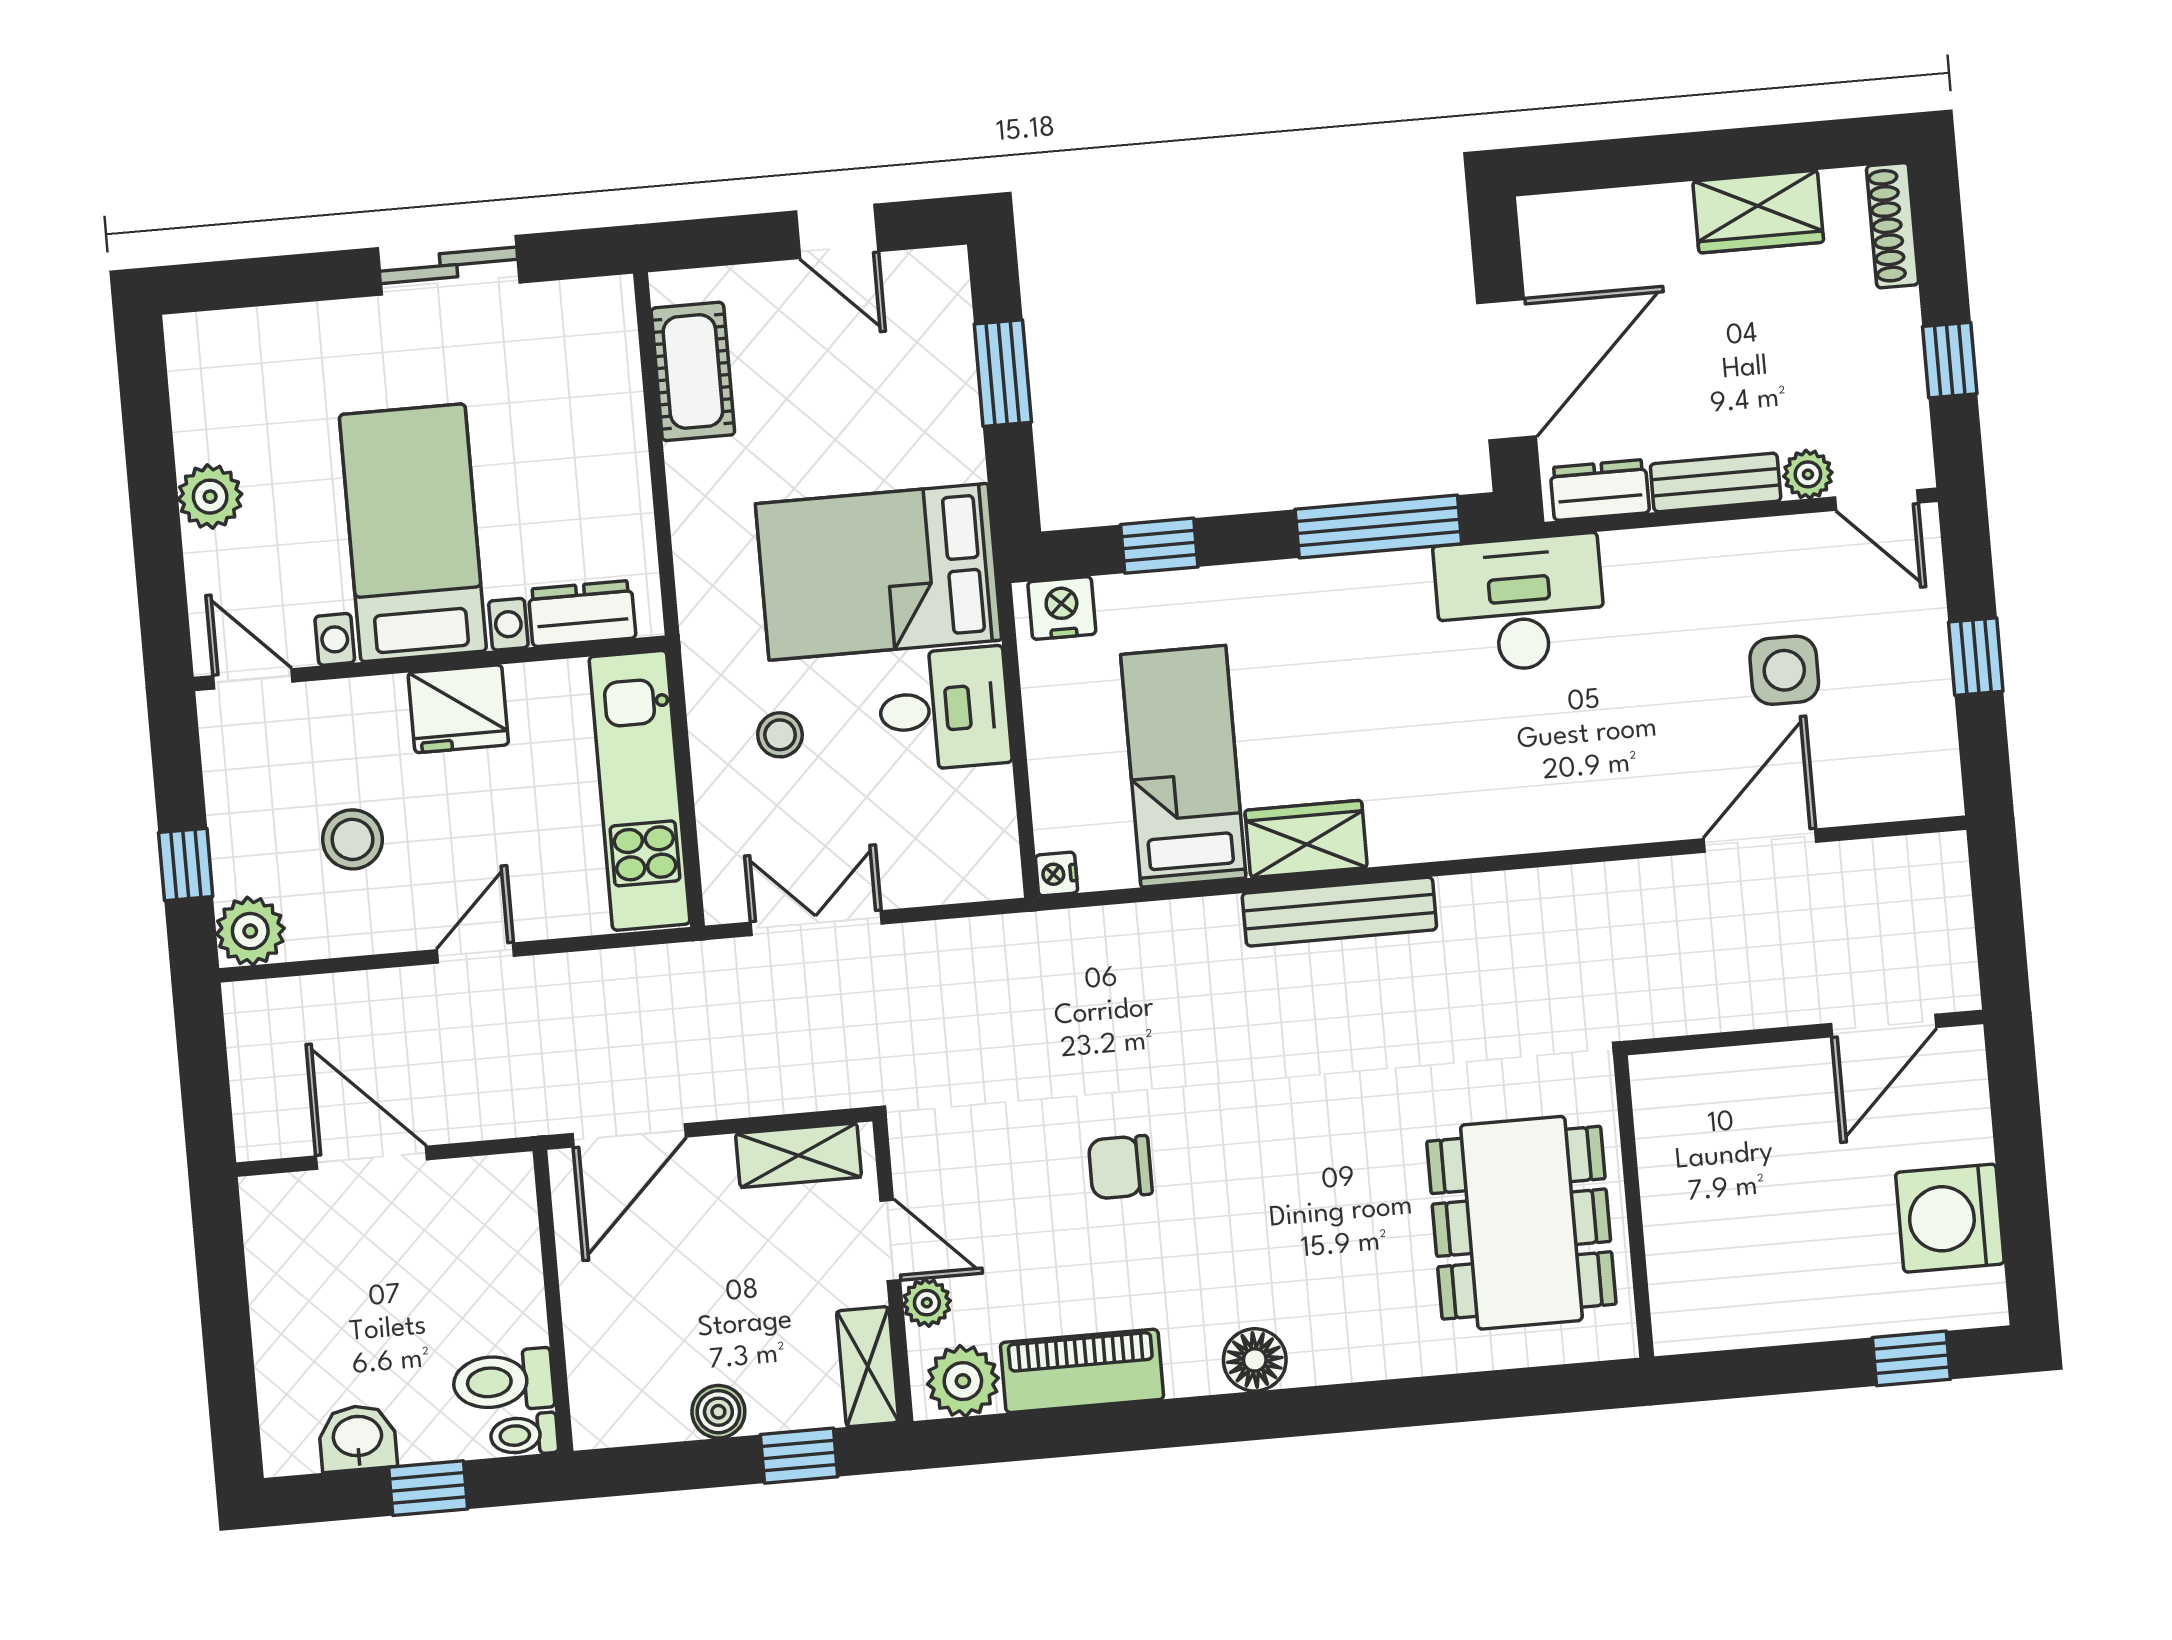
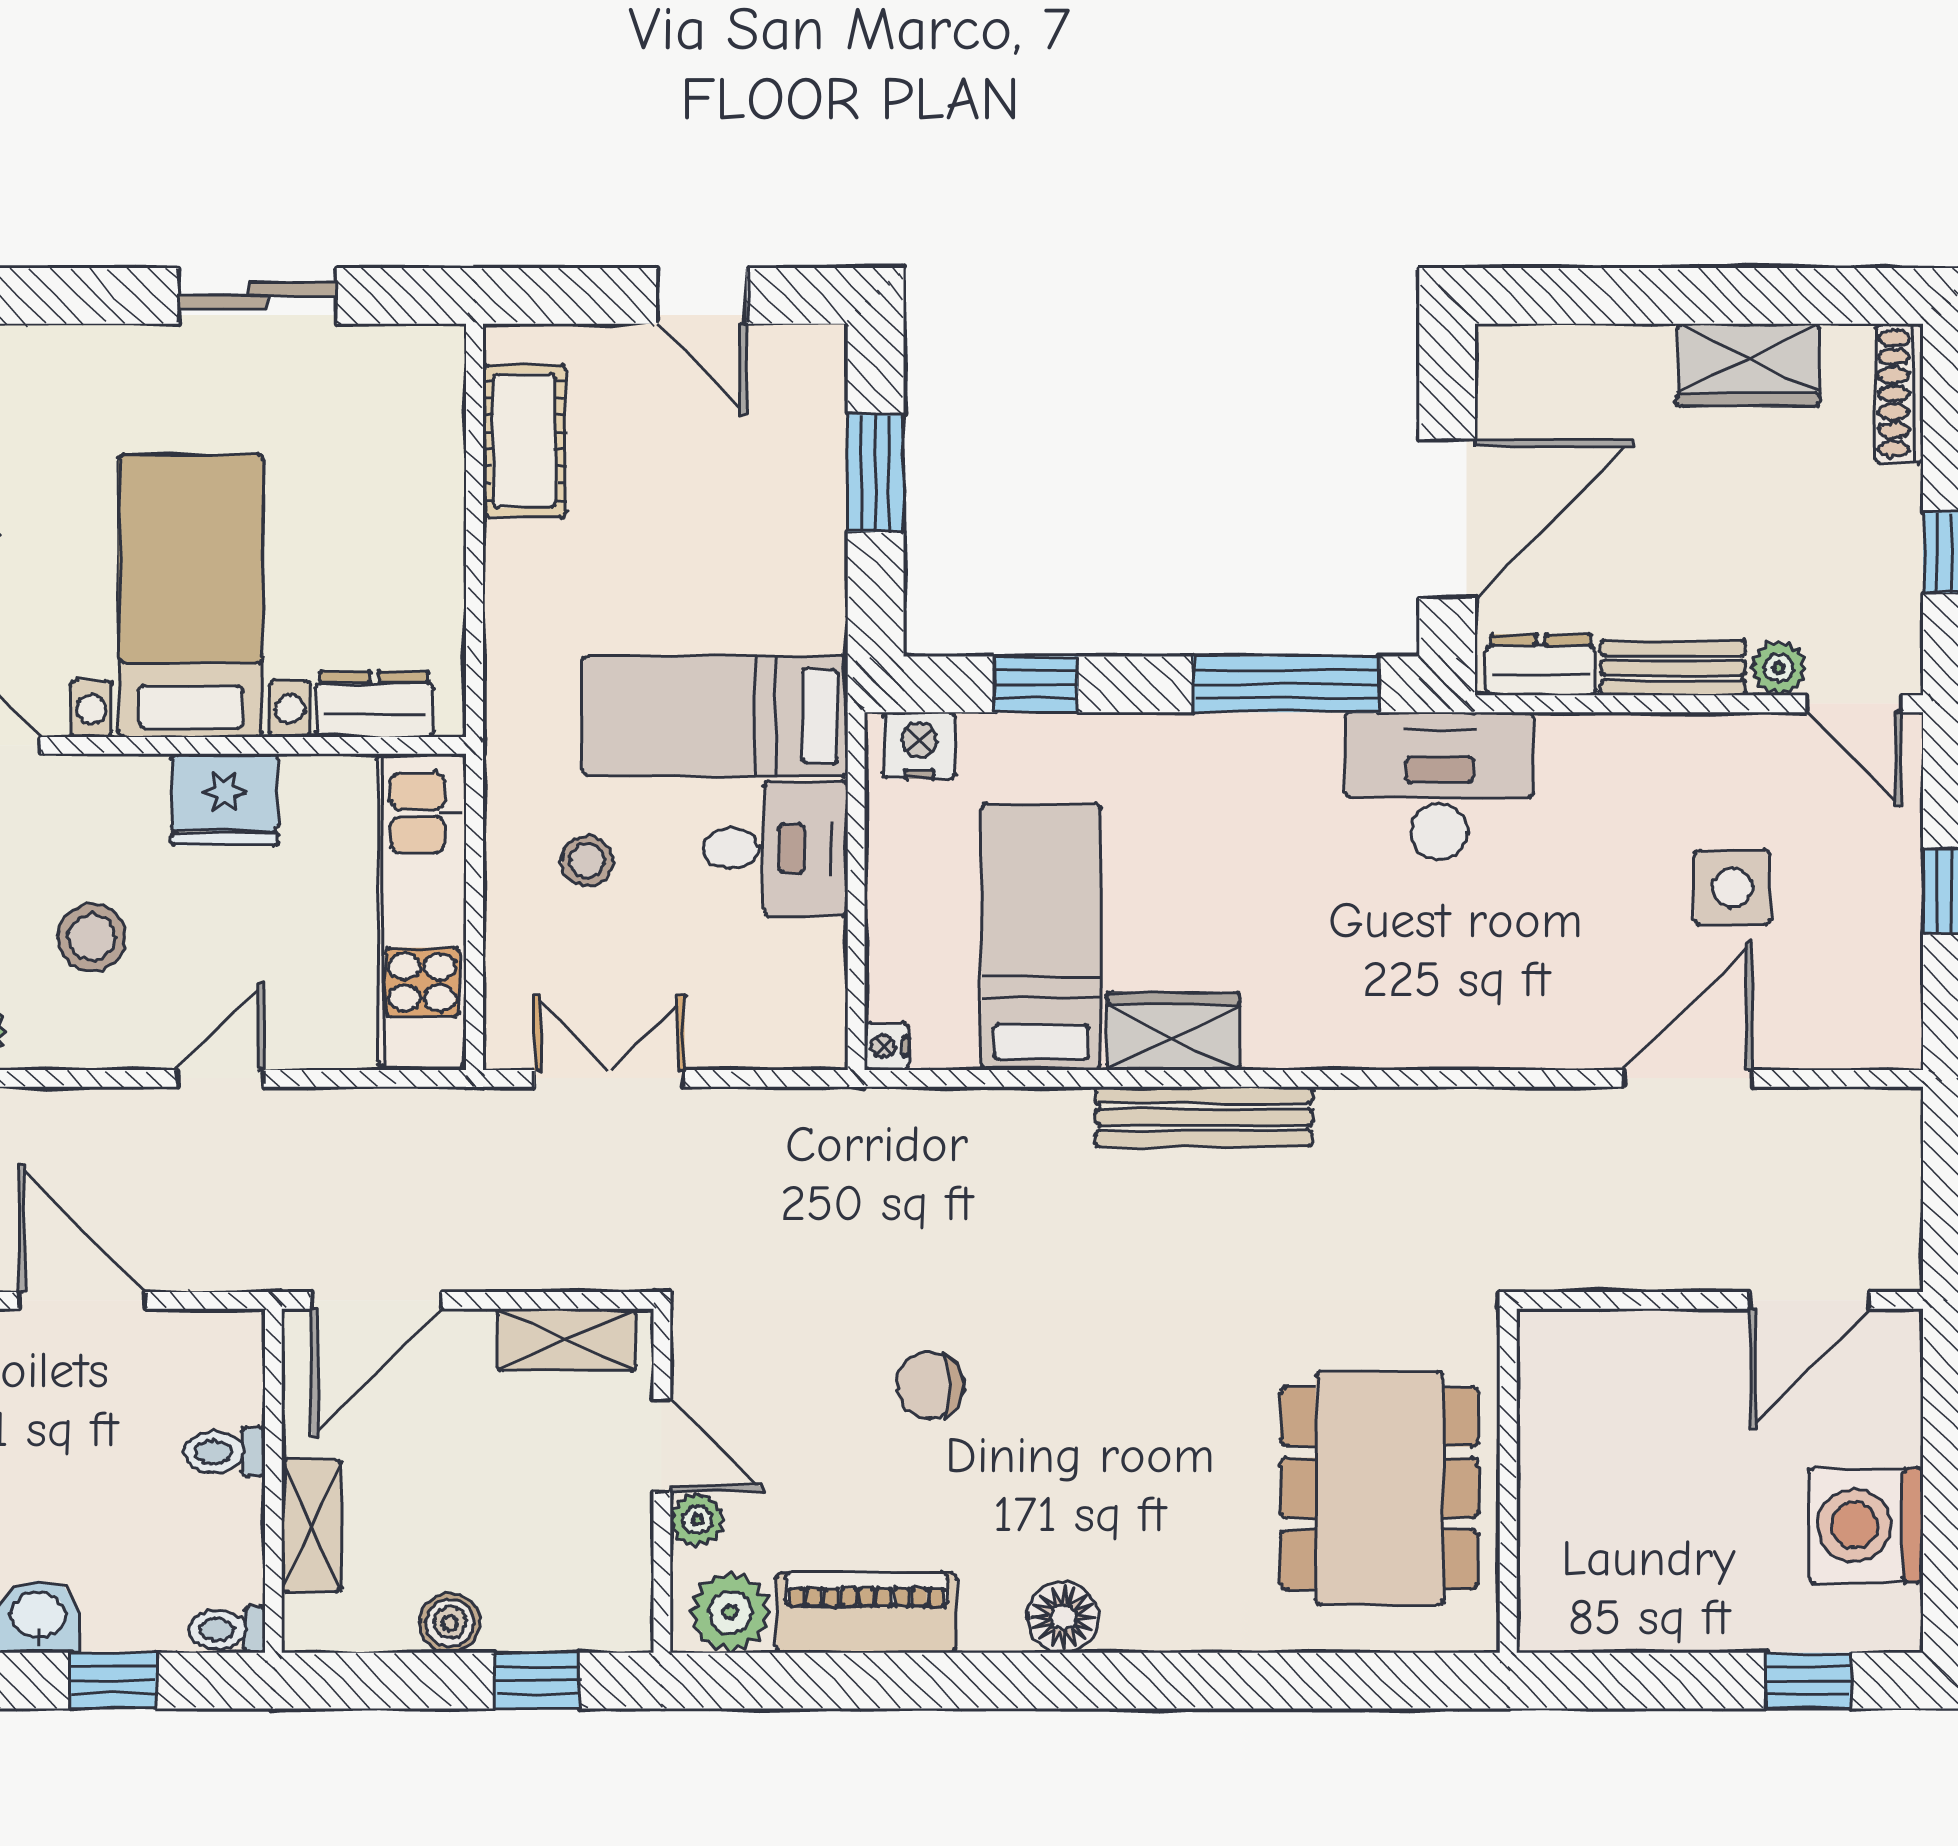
bed: (879, 572) -> (715, 716), width x0.67
shelving: (868, 1367) -> (312, 1526), moved
toilet: (503, 1381) -> (225, 1452), moved, width x0.73, depth x0.72

